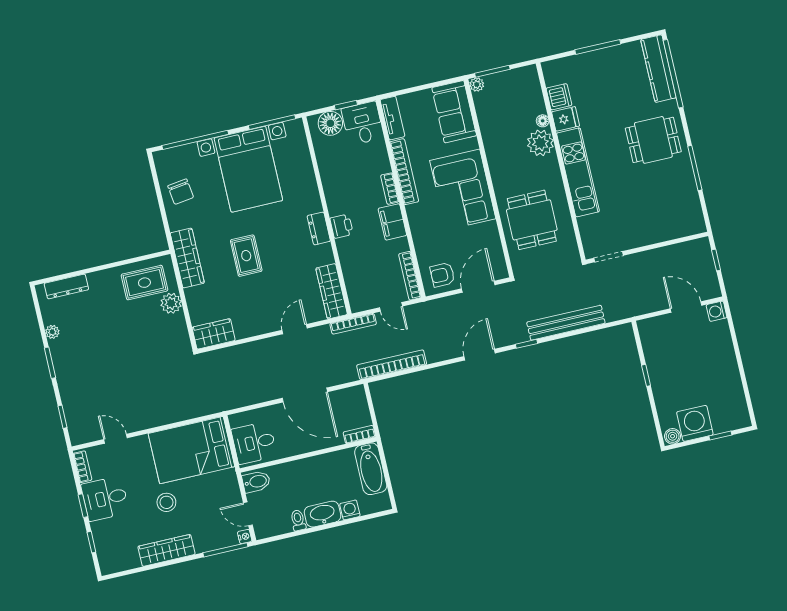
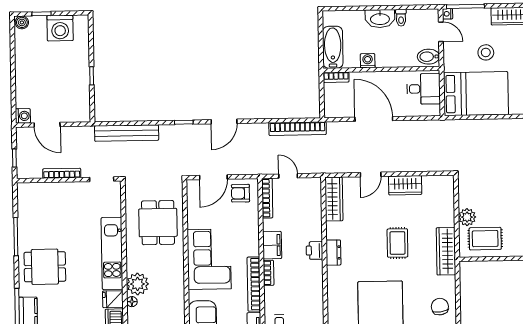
armchair: (442, 275) -> (240, 193), turned 180
bench: (566, 323) -> (127, 133), moved
bookcase: (353, 324) -> (62, 173), moved
wardrobe: (214, 334) -> (405, 185), moved
boiler: (673, 436) -> (22, 22), moved
stool: (166, 502) -> (486, 52), moved
washing machine: (350, 510) -> (368, 61), moved, turned 180

